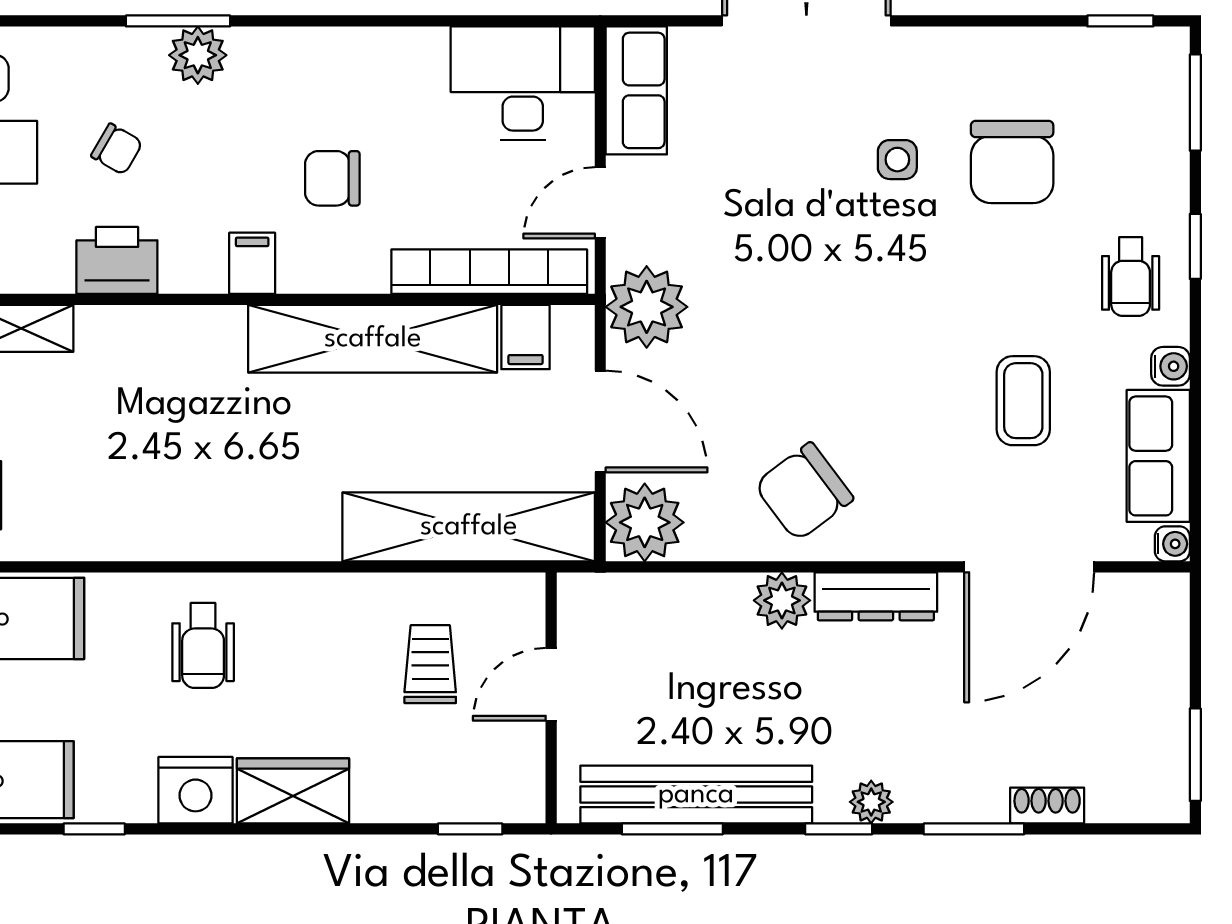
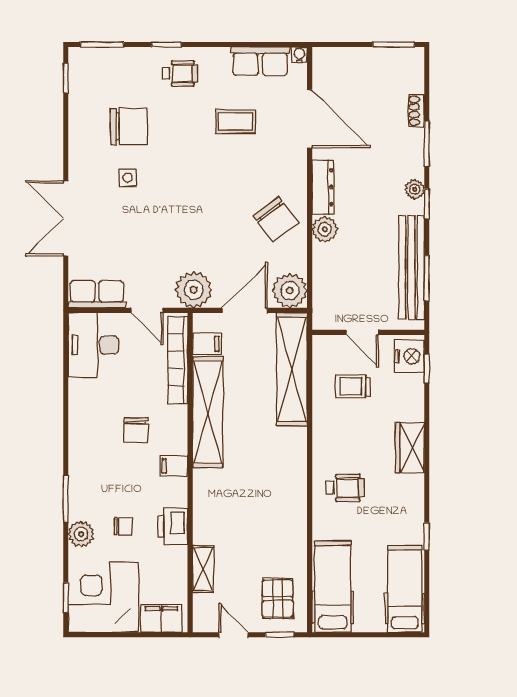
plant: (198, 55) -> (81, 534), moved
chair: (117, 149) -> (123, 526), turned 60
water cooler: (1171, 366) -> (220, 56), removed
nightstand: (195, 790) -> (409, 356), moved

